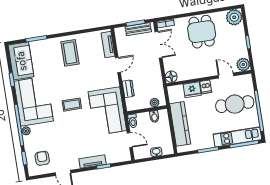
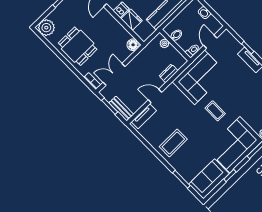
bench: (138, 29) -> (121, 109), moved
dining table: (202, 32) -> (78, 46), turned 90

